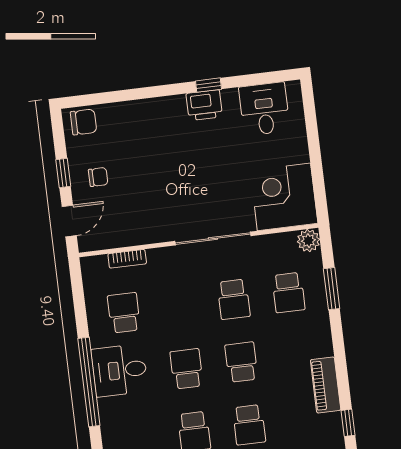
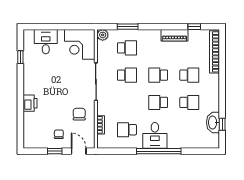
window: (208, 85) -> (20, 57), moved
printer: (204, 105) -> (30, 103), moved
desk: (264, 109) -> (46, 42), moved, turned 90
chair: (84, 122) -> (79, 114), moved

